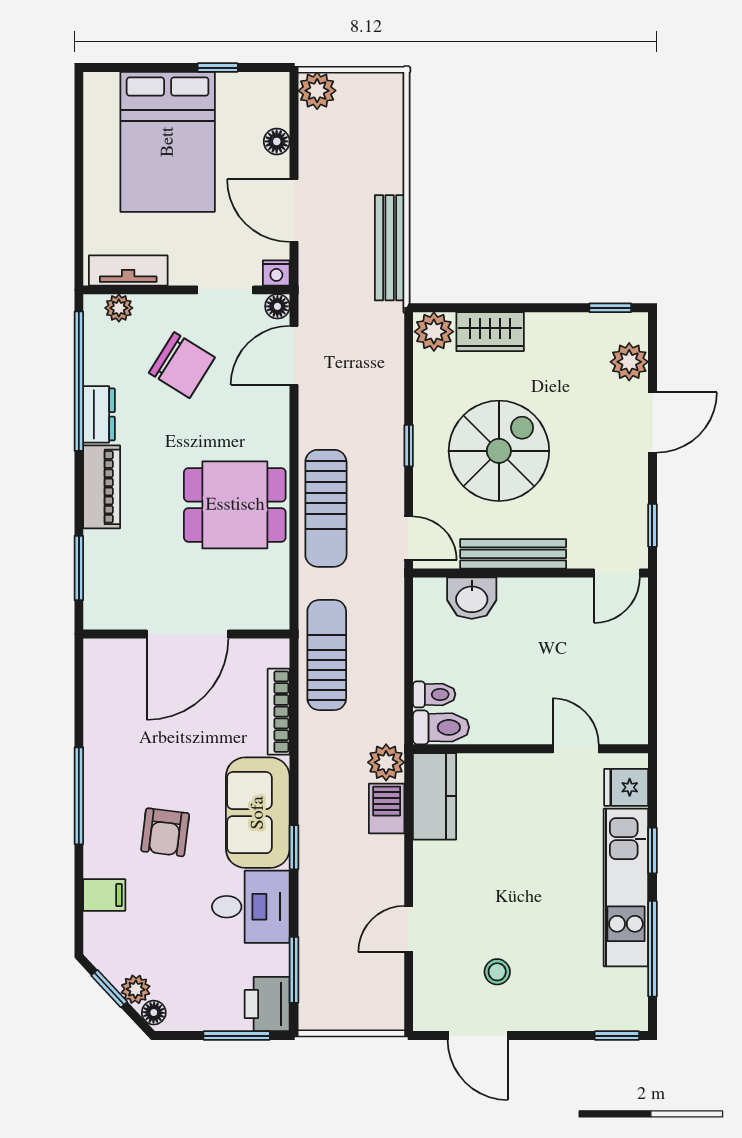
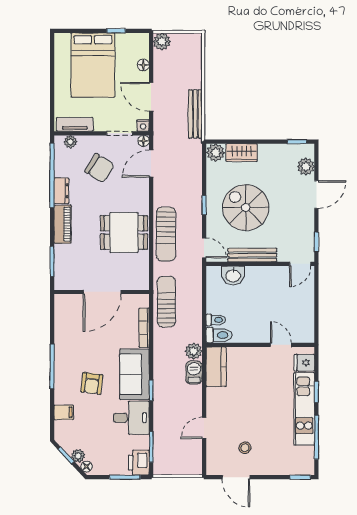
spiral stairs: (499, 451) -> (246, 208), turned -90

